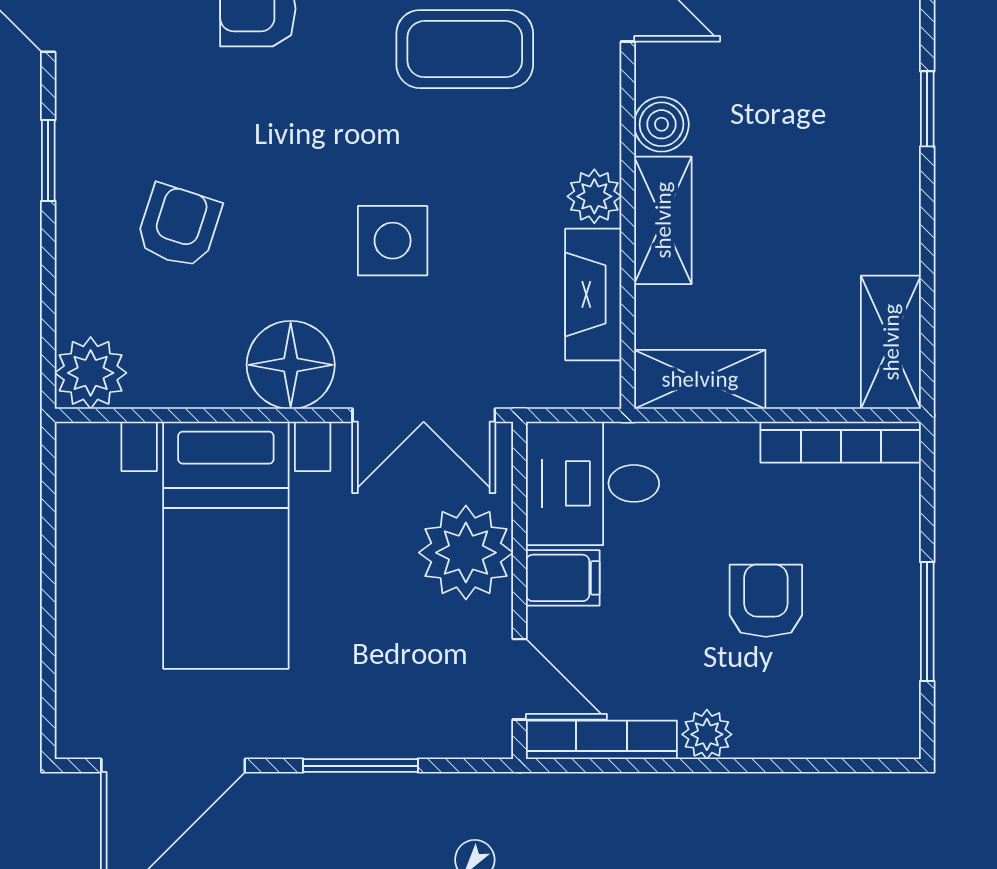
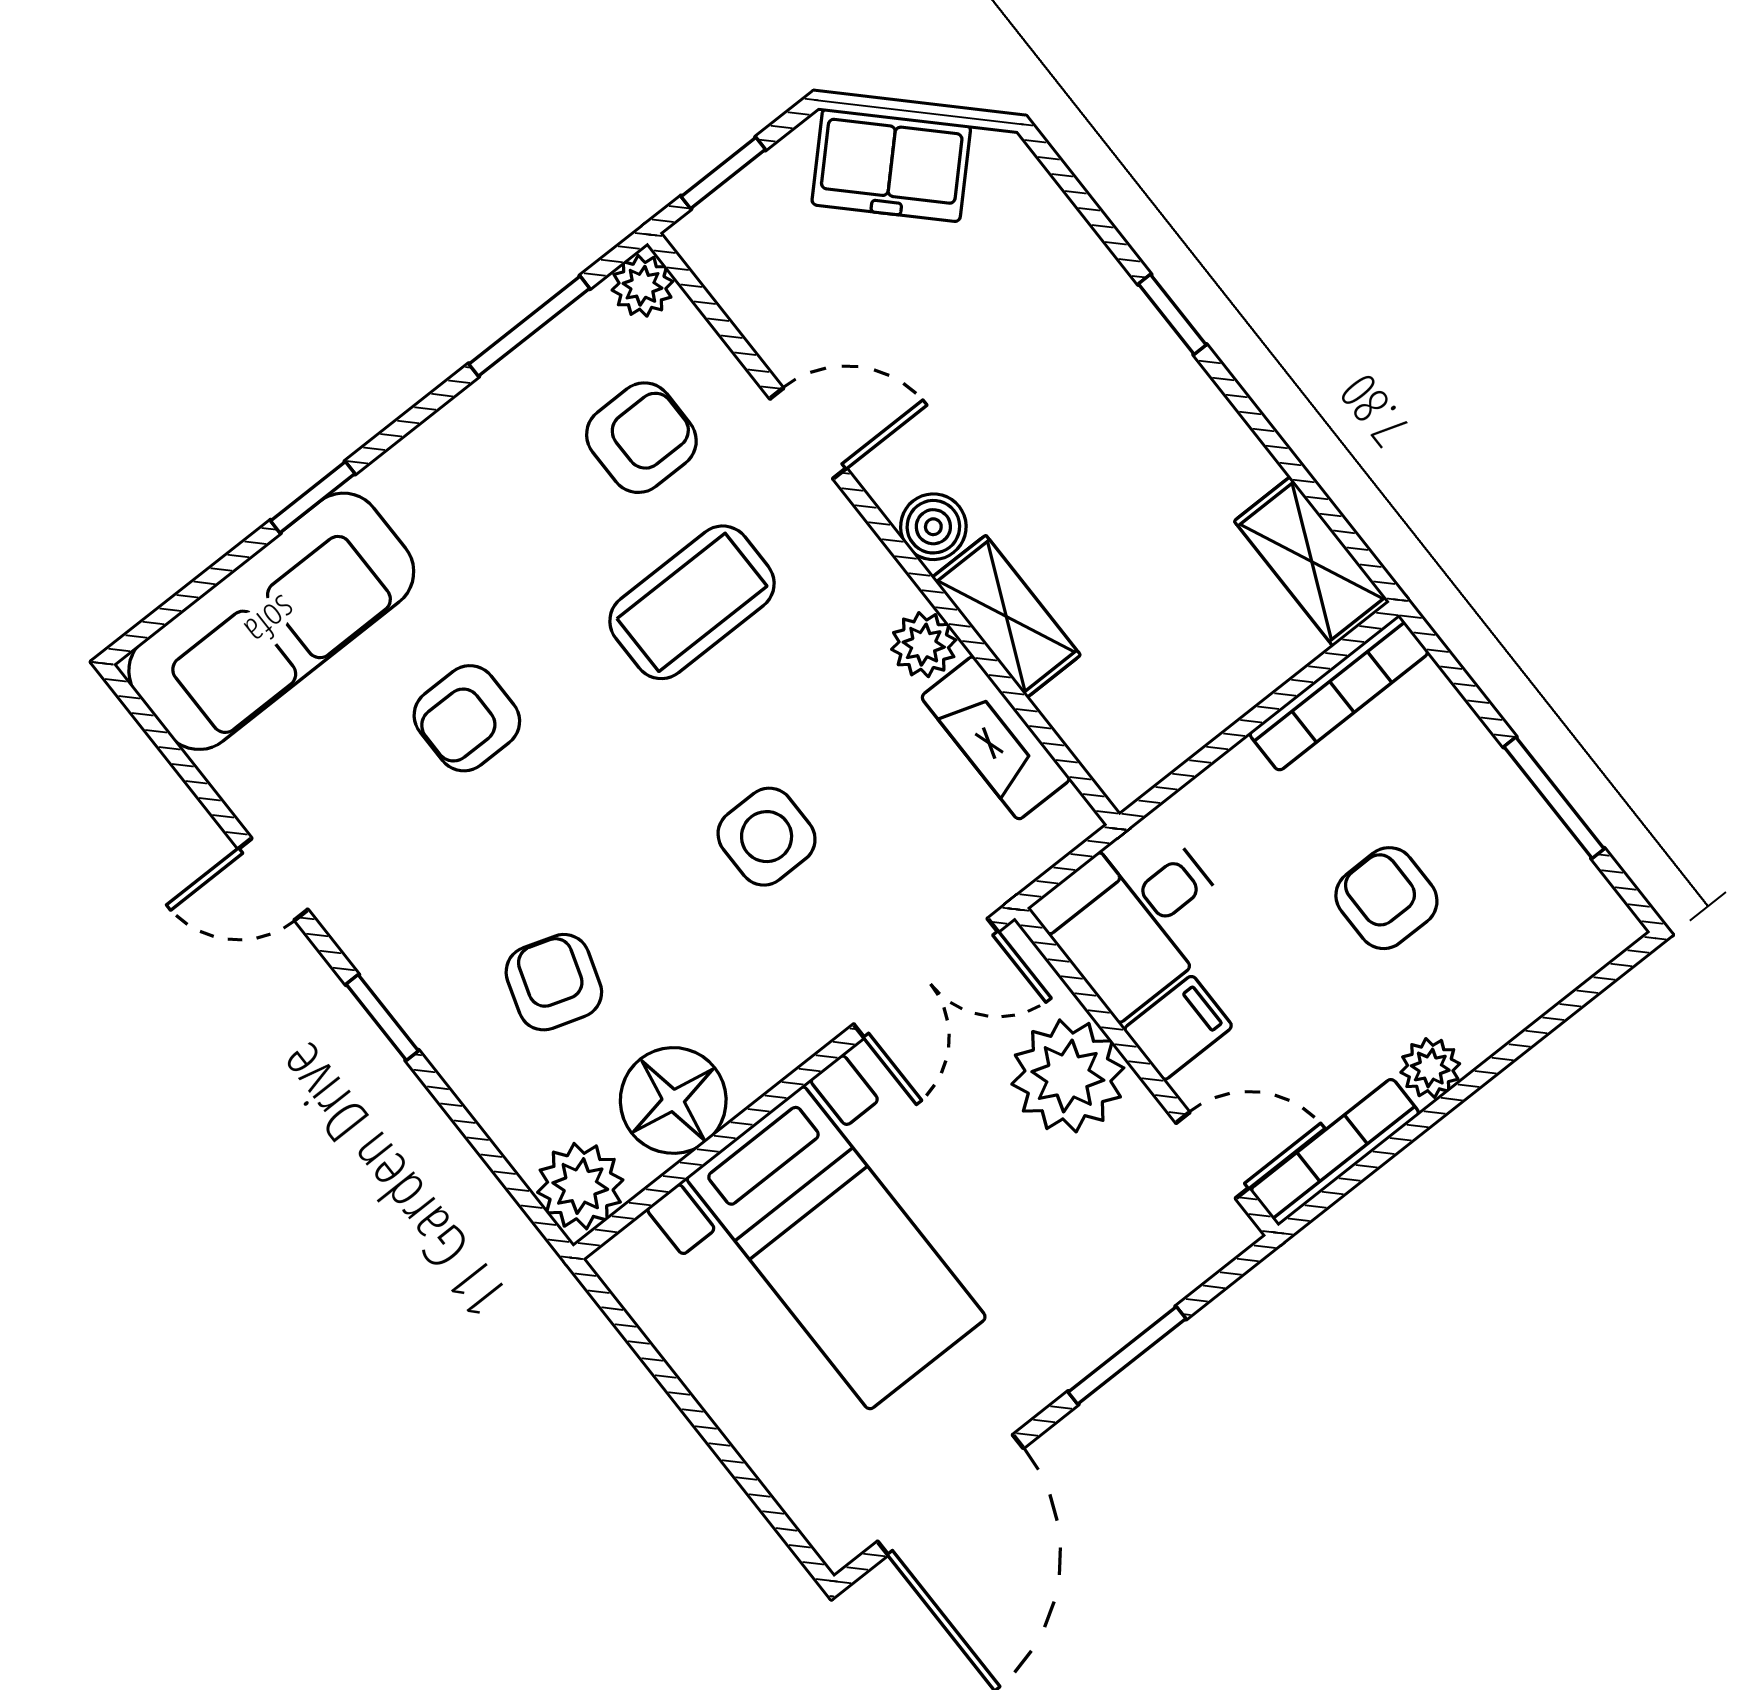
floor lamp: (291, 365) -> (673, 1100), moved
shelving: (700, 379) -> (1159, 739), removed

